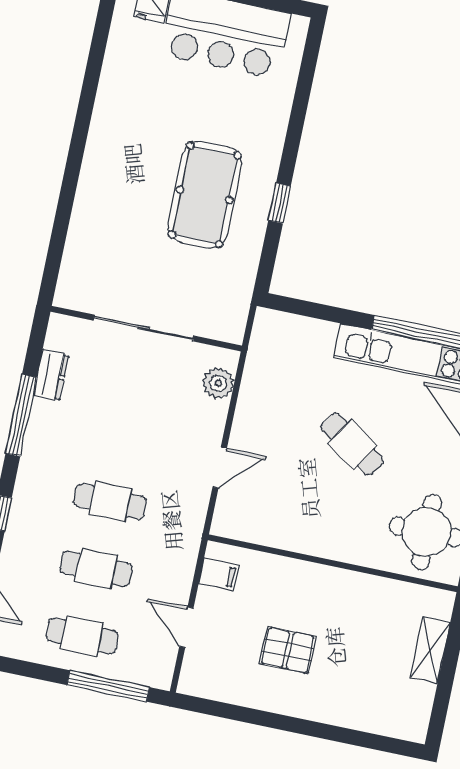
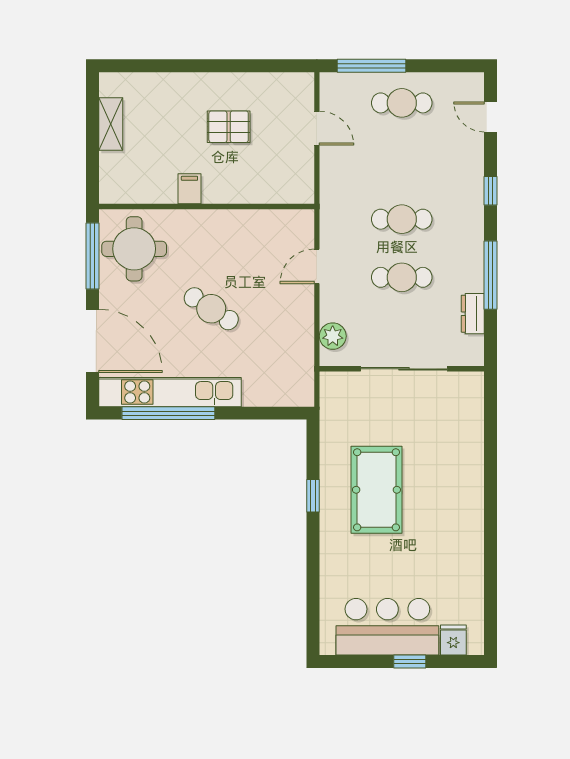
cafe table: (96, 569) -> (402, 277), moved
filing cabinet: (219, 575) -> (189, 189), moved, turned 90
shelving: (430, 650) -> (111, 124), moved

